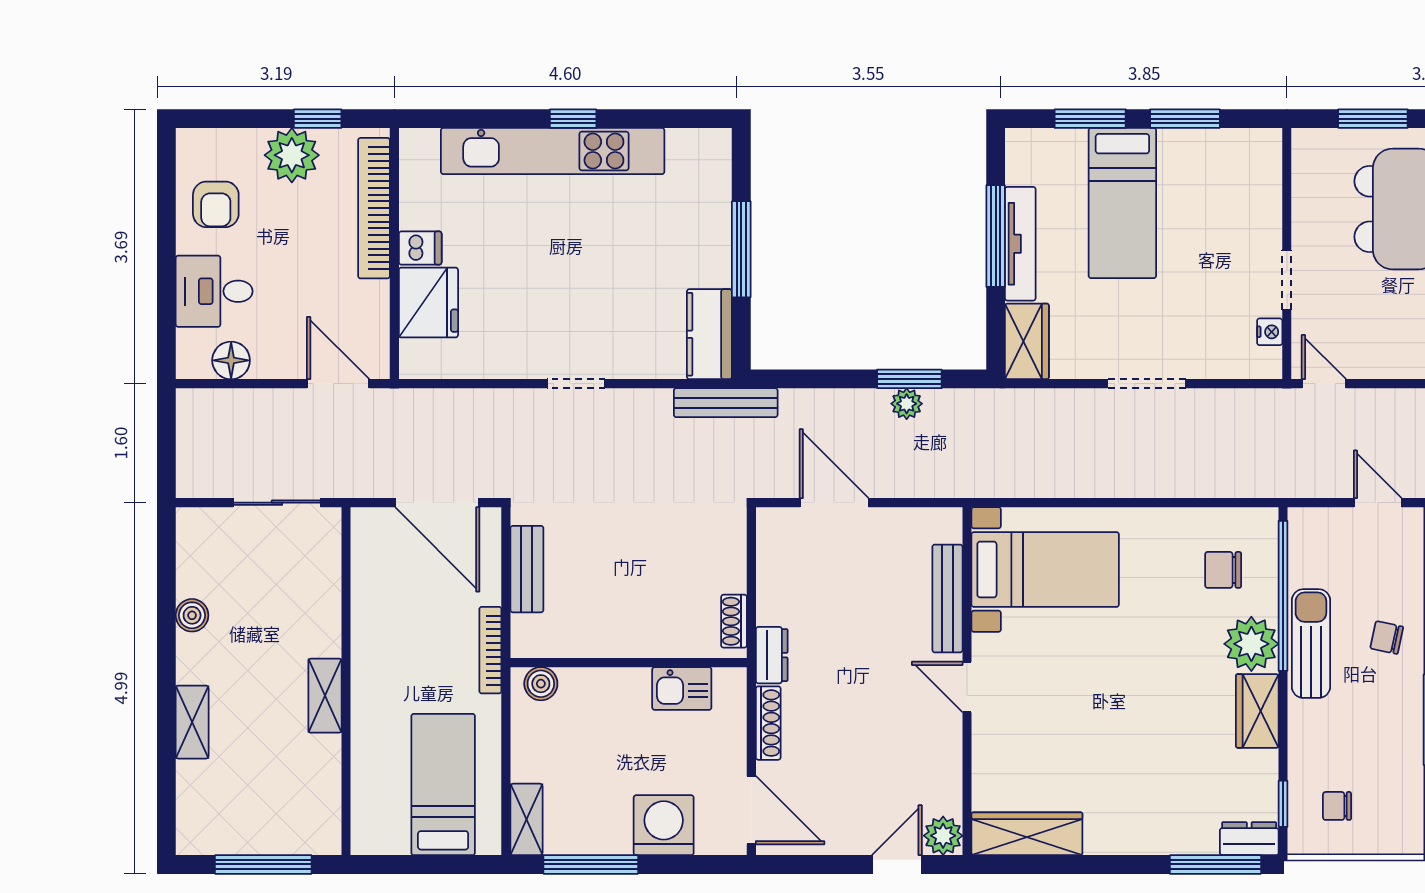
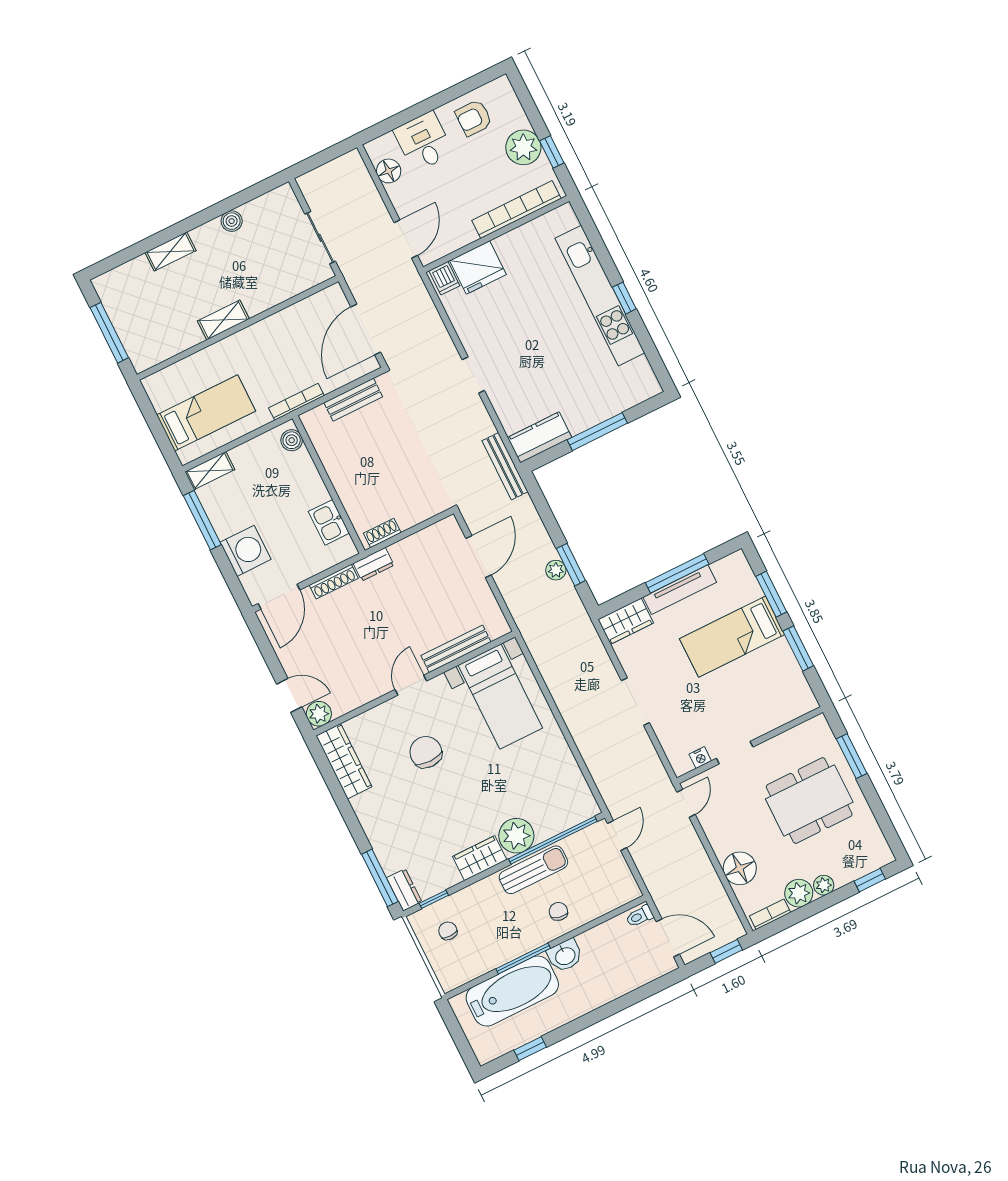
dishwasher: (420, 248) -> (444, 278), moved
door: (1378, 503) -> (617, 836), moved
chair: (1223, 570) -> (426, 752), moved, width x1.37, depth x1.37

